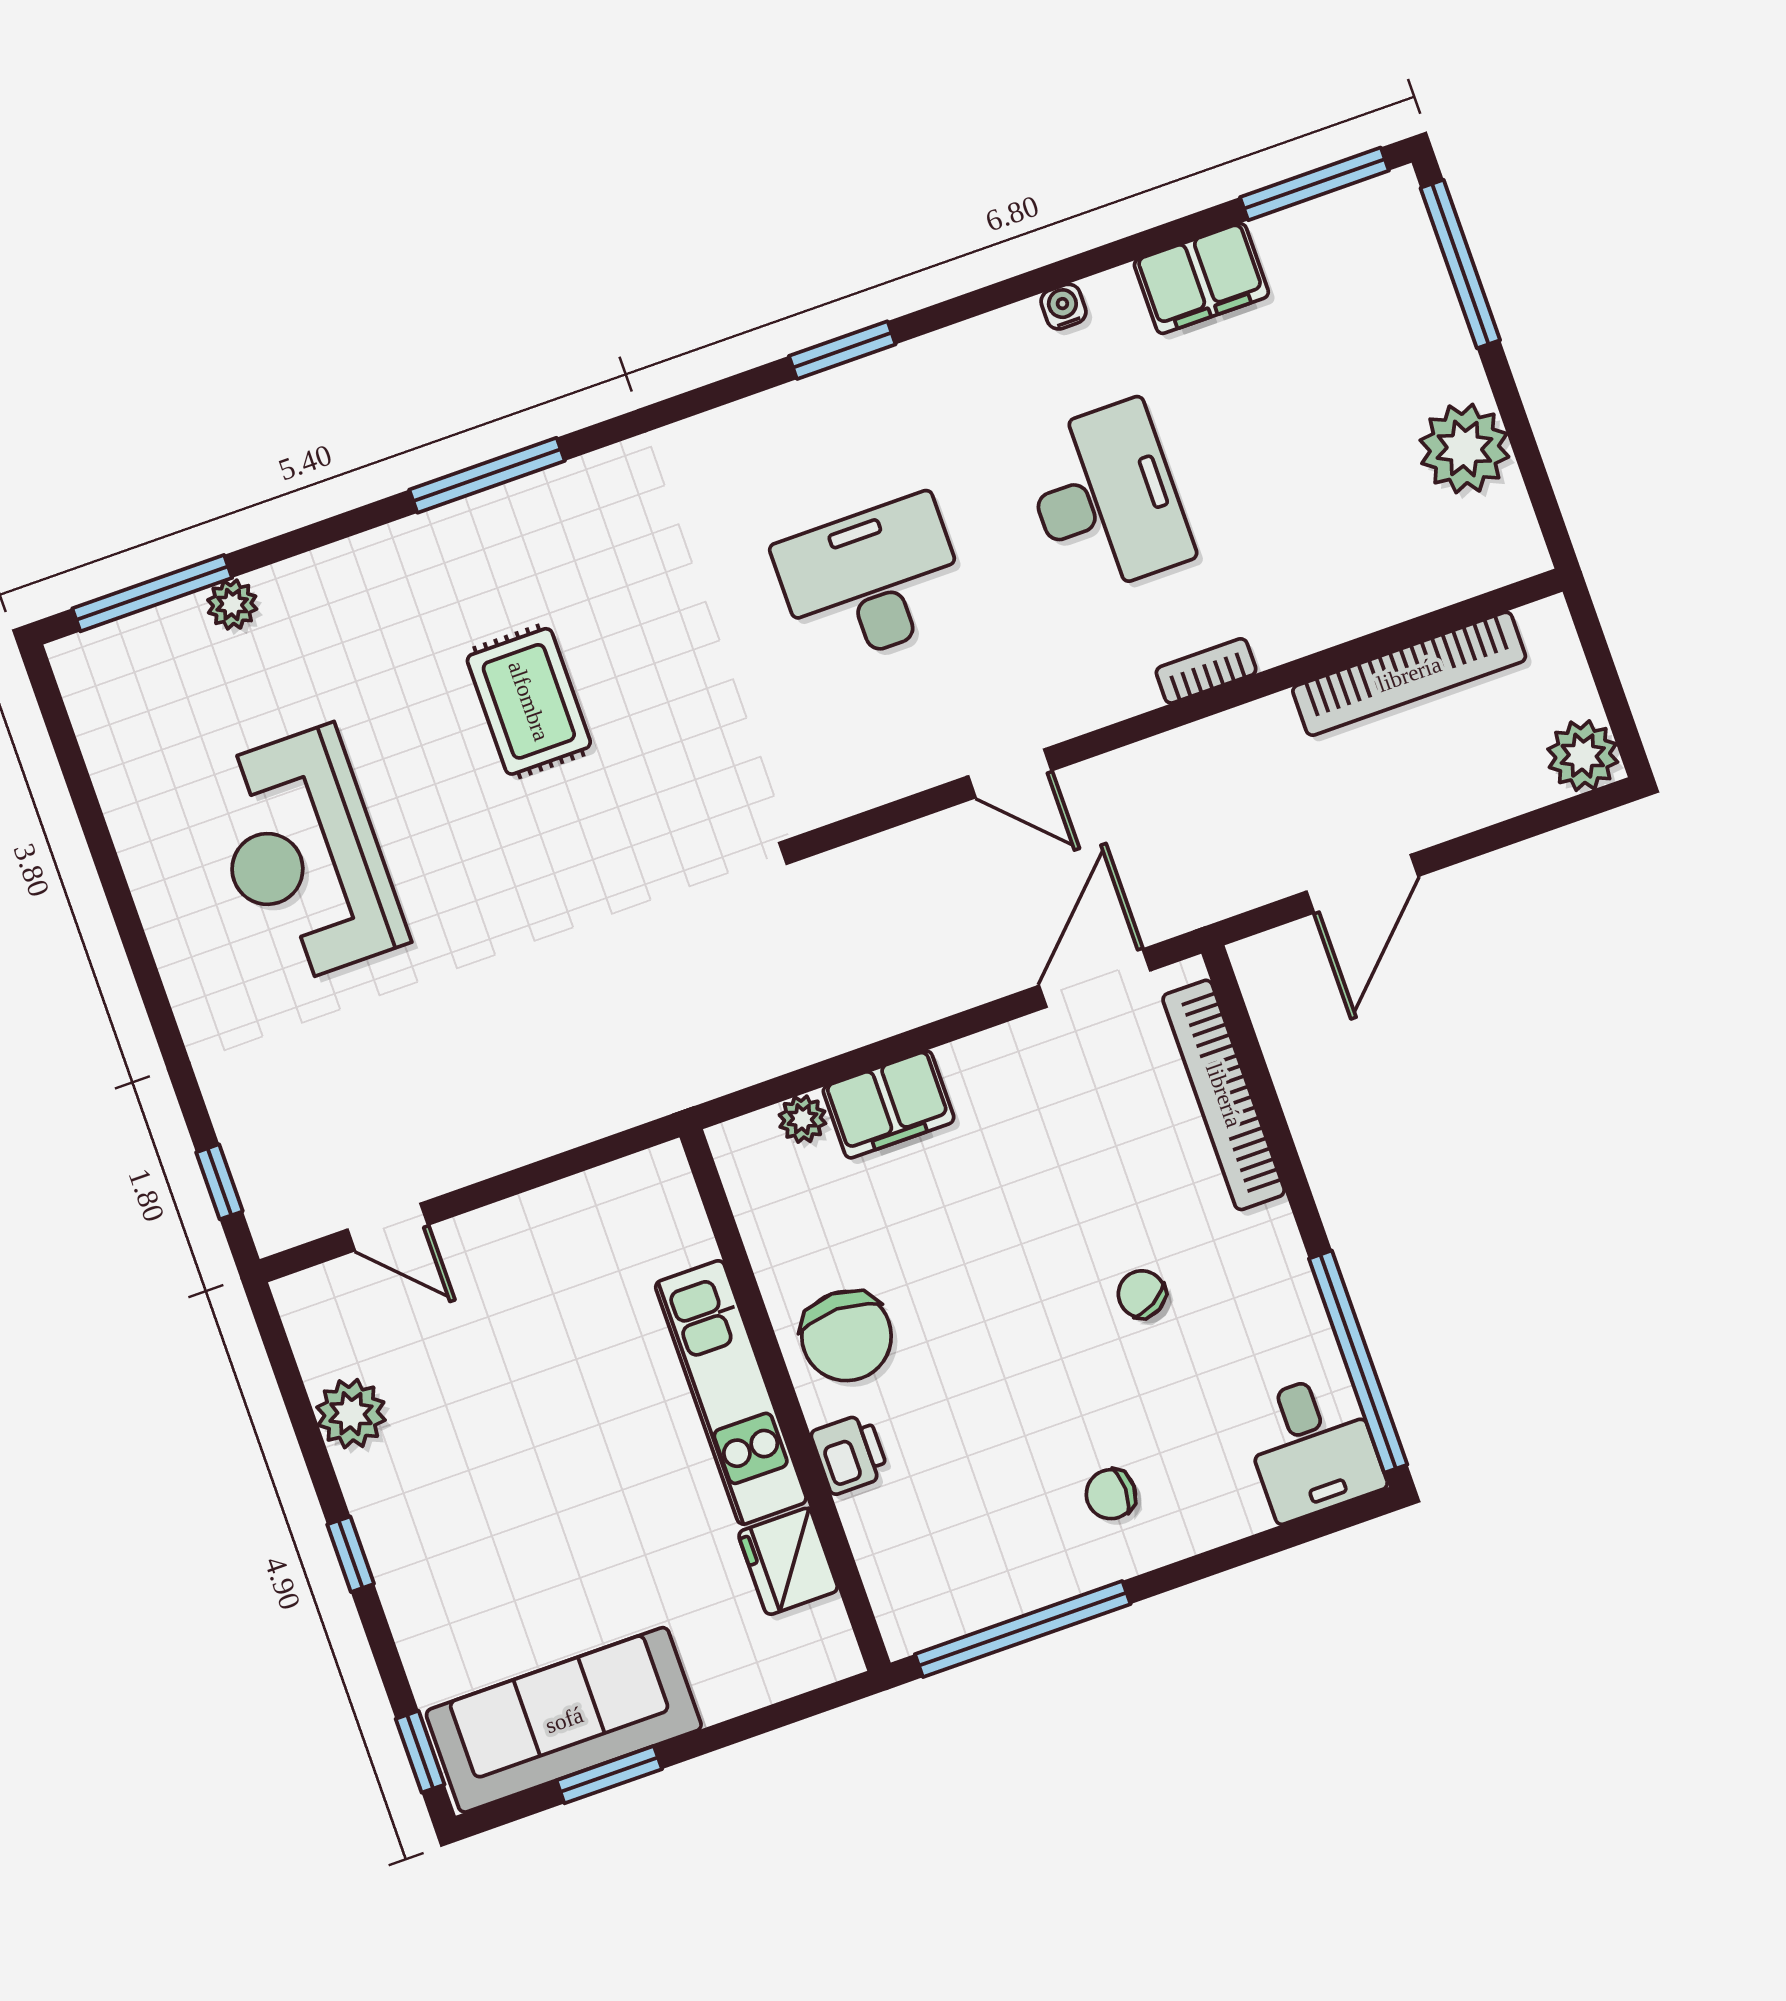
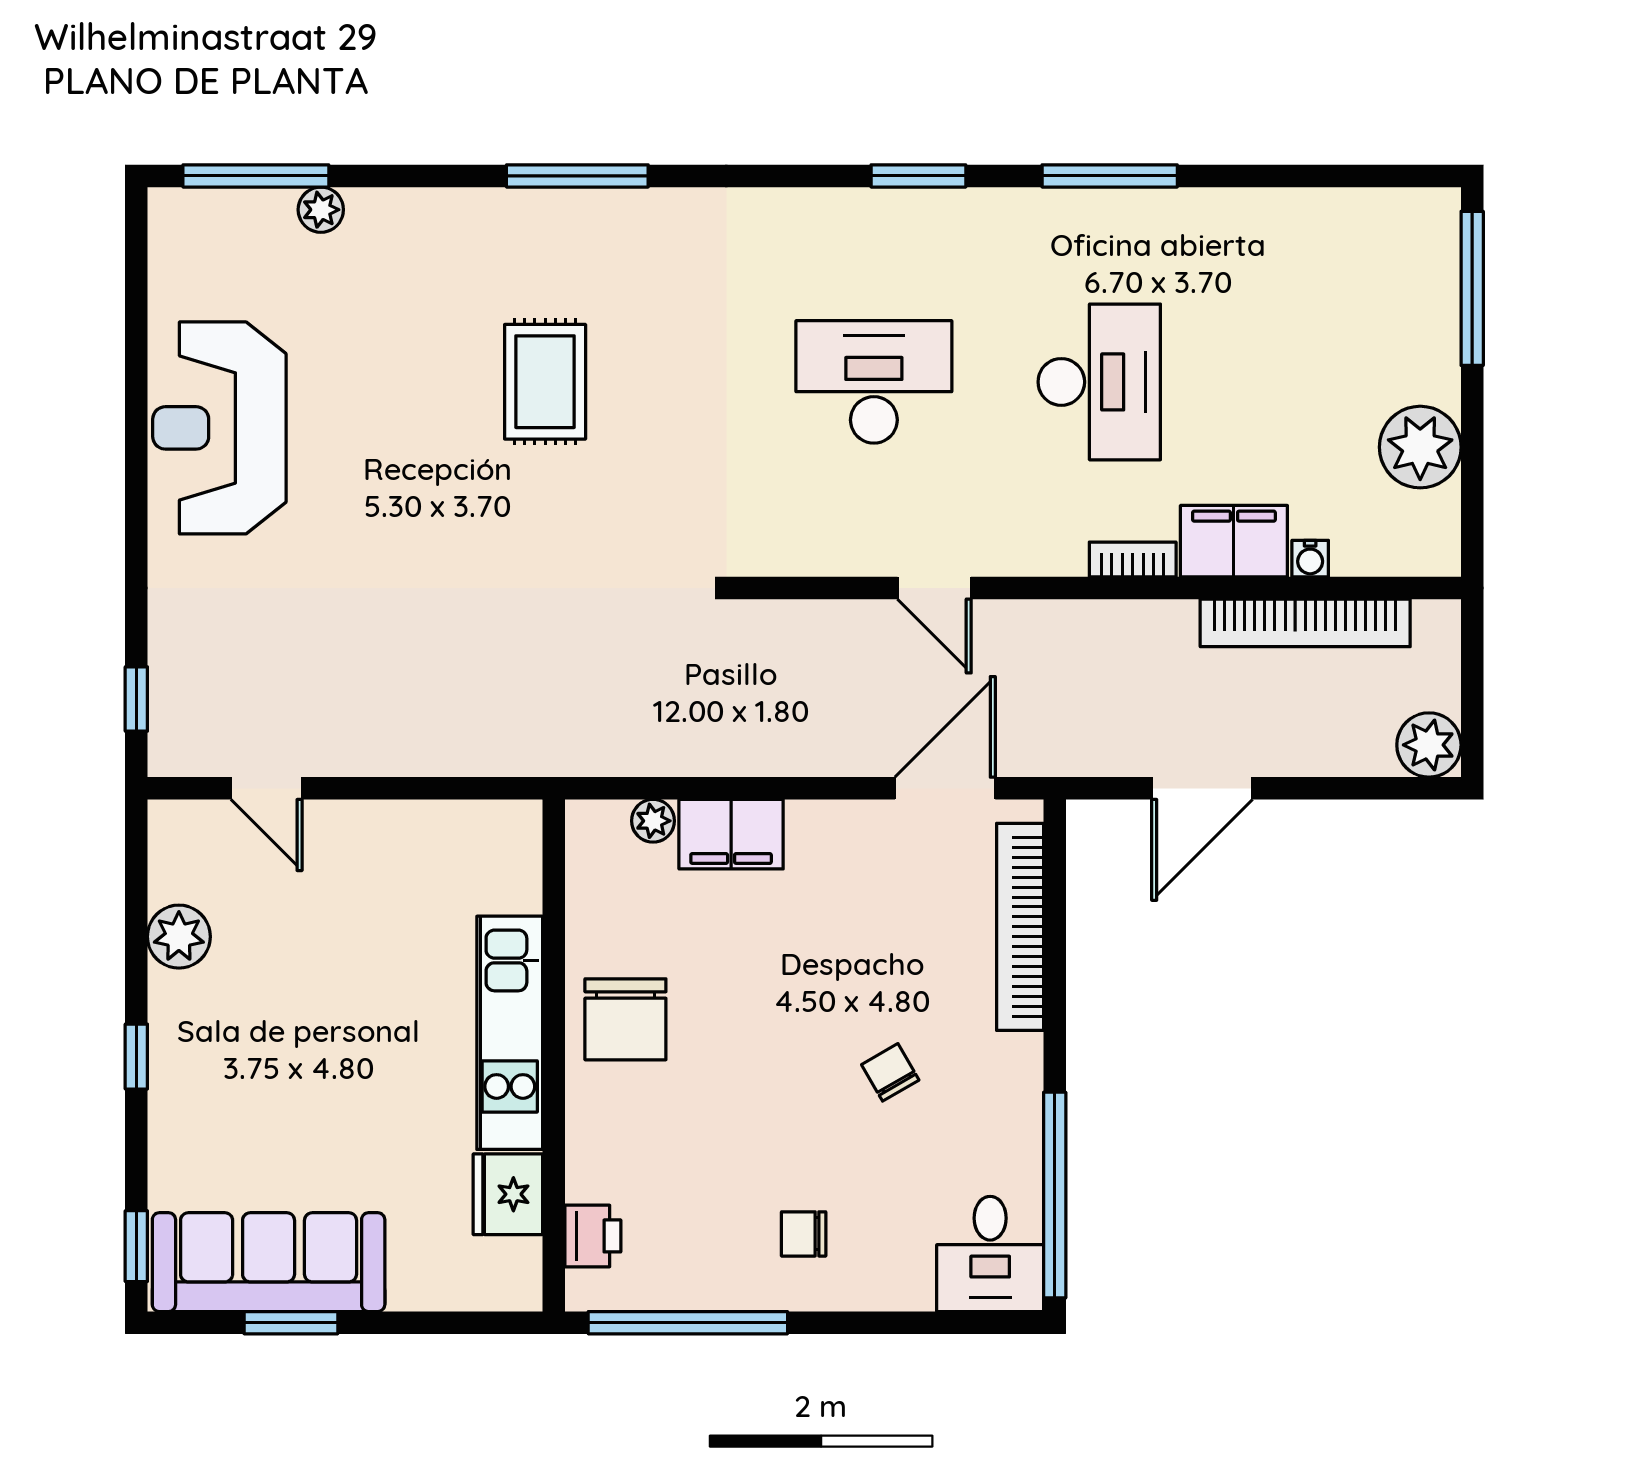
window: (1314, 184) -> (1110, 176), moved
filing cabinet: (1201, 278) -> (1234, 541), moved, turned 180
water cooler: (1063, 307) -> (1310, 559), moved, turned 180
reception desk: (304, 856) -> (219, 428), moved
printer: (850, 1454) -> (593, 1236), moved

